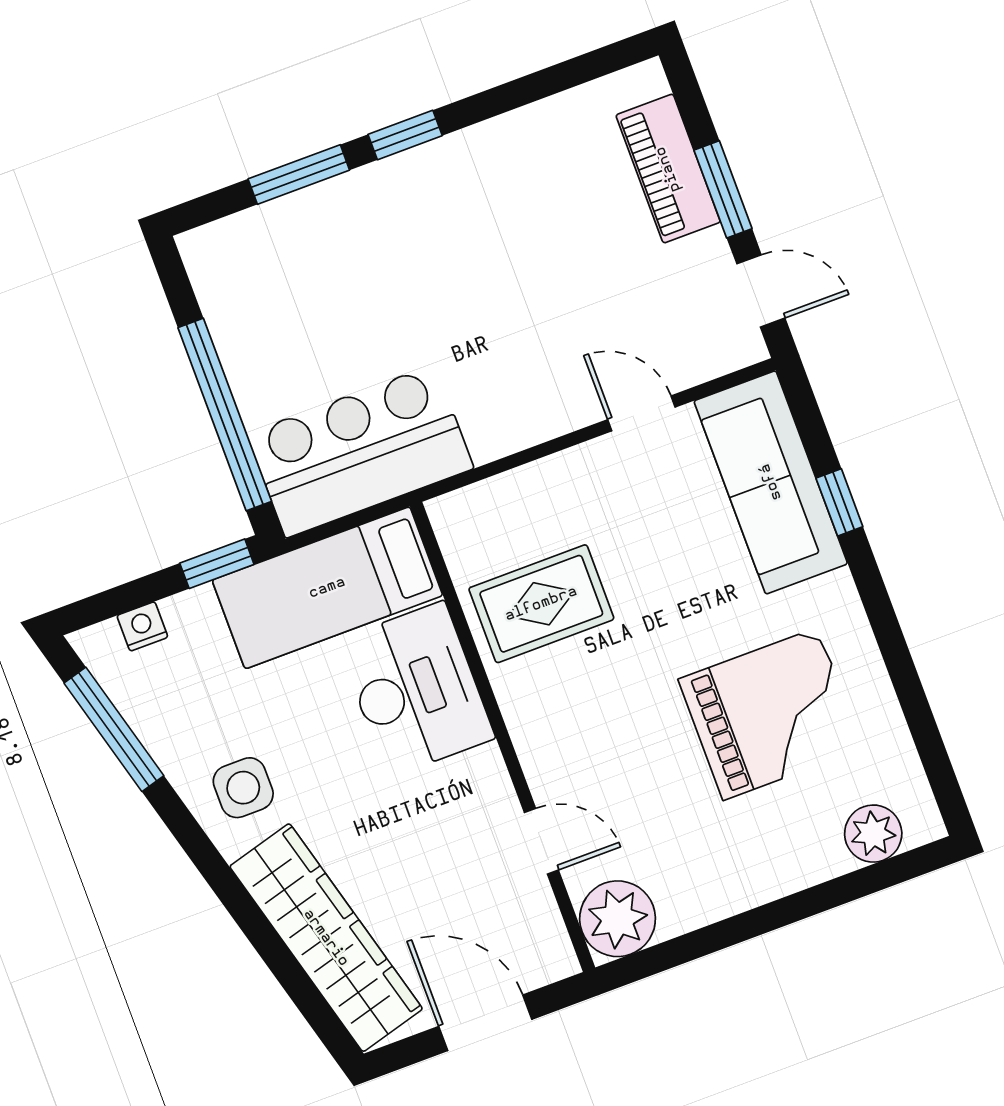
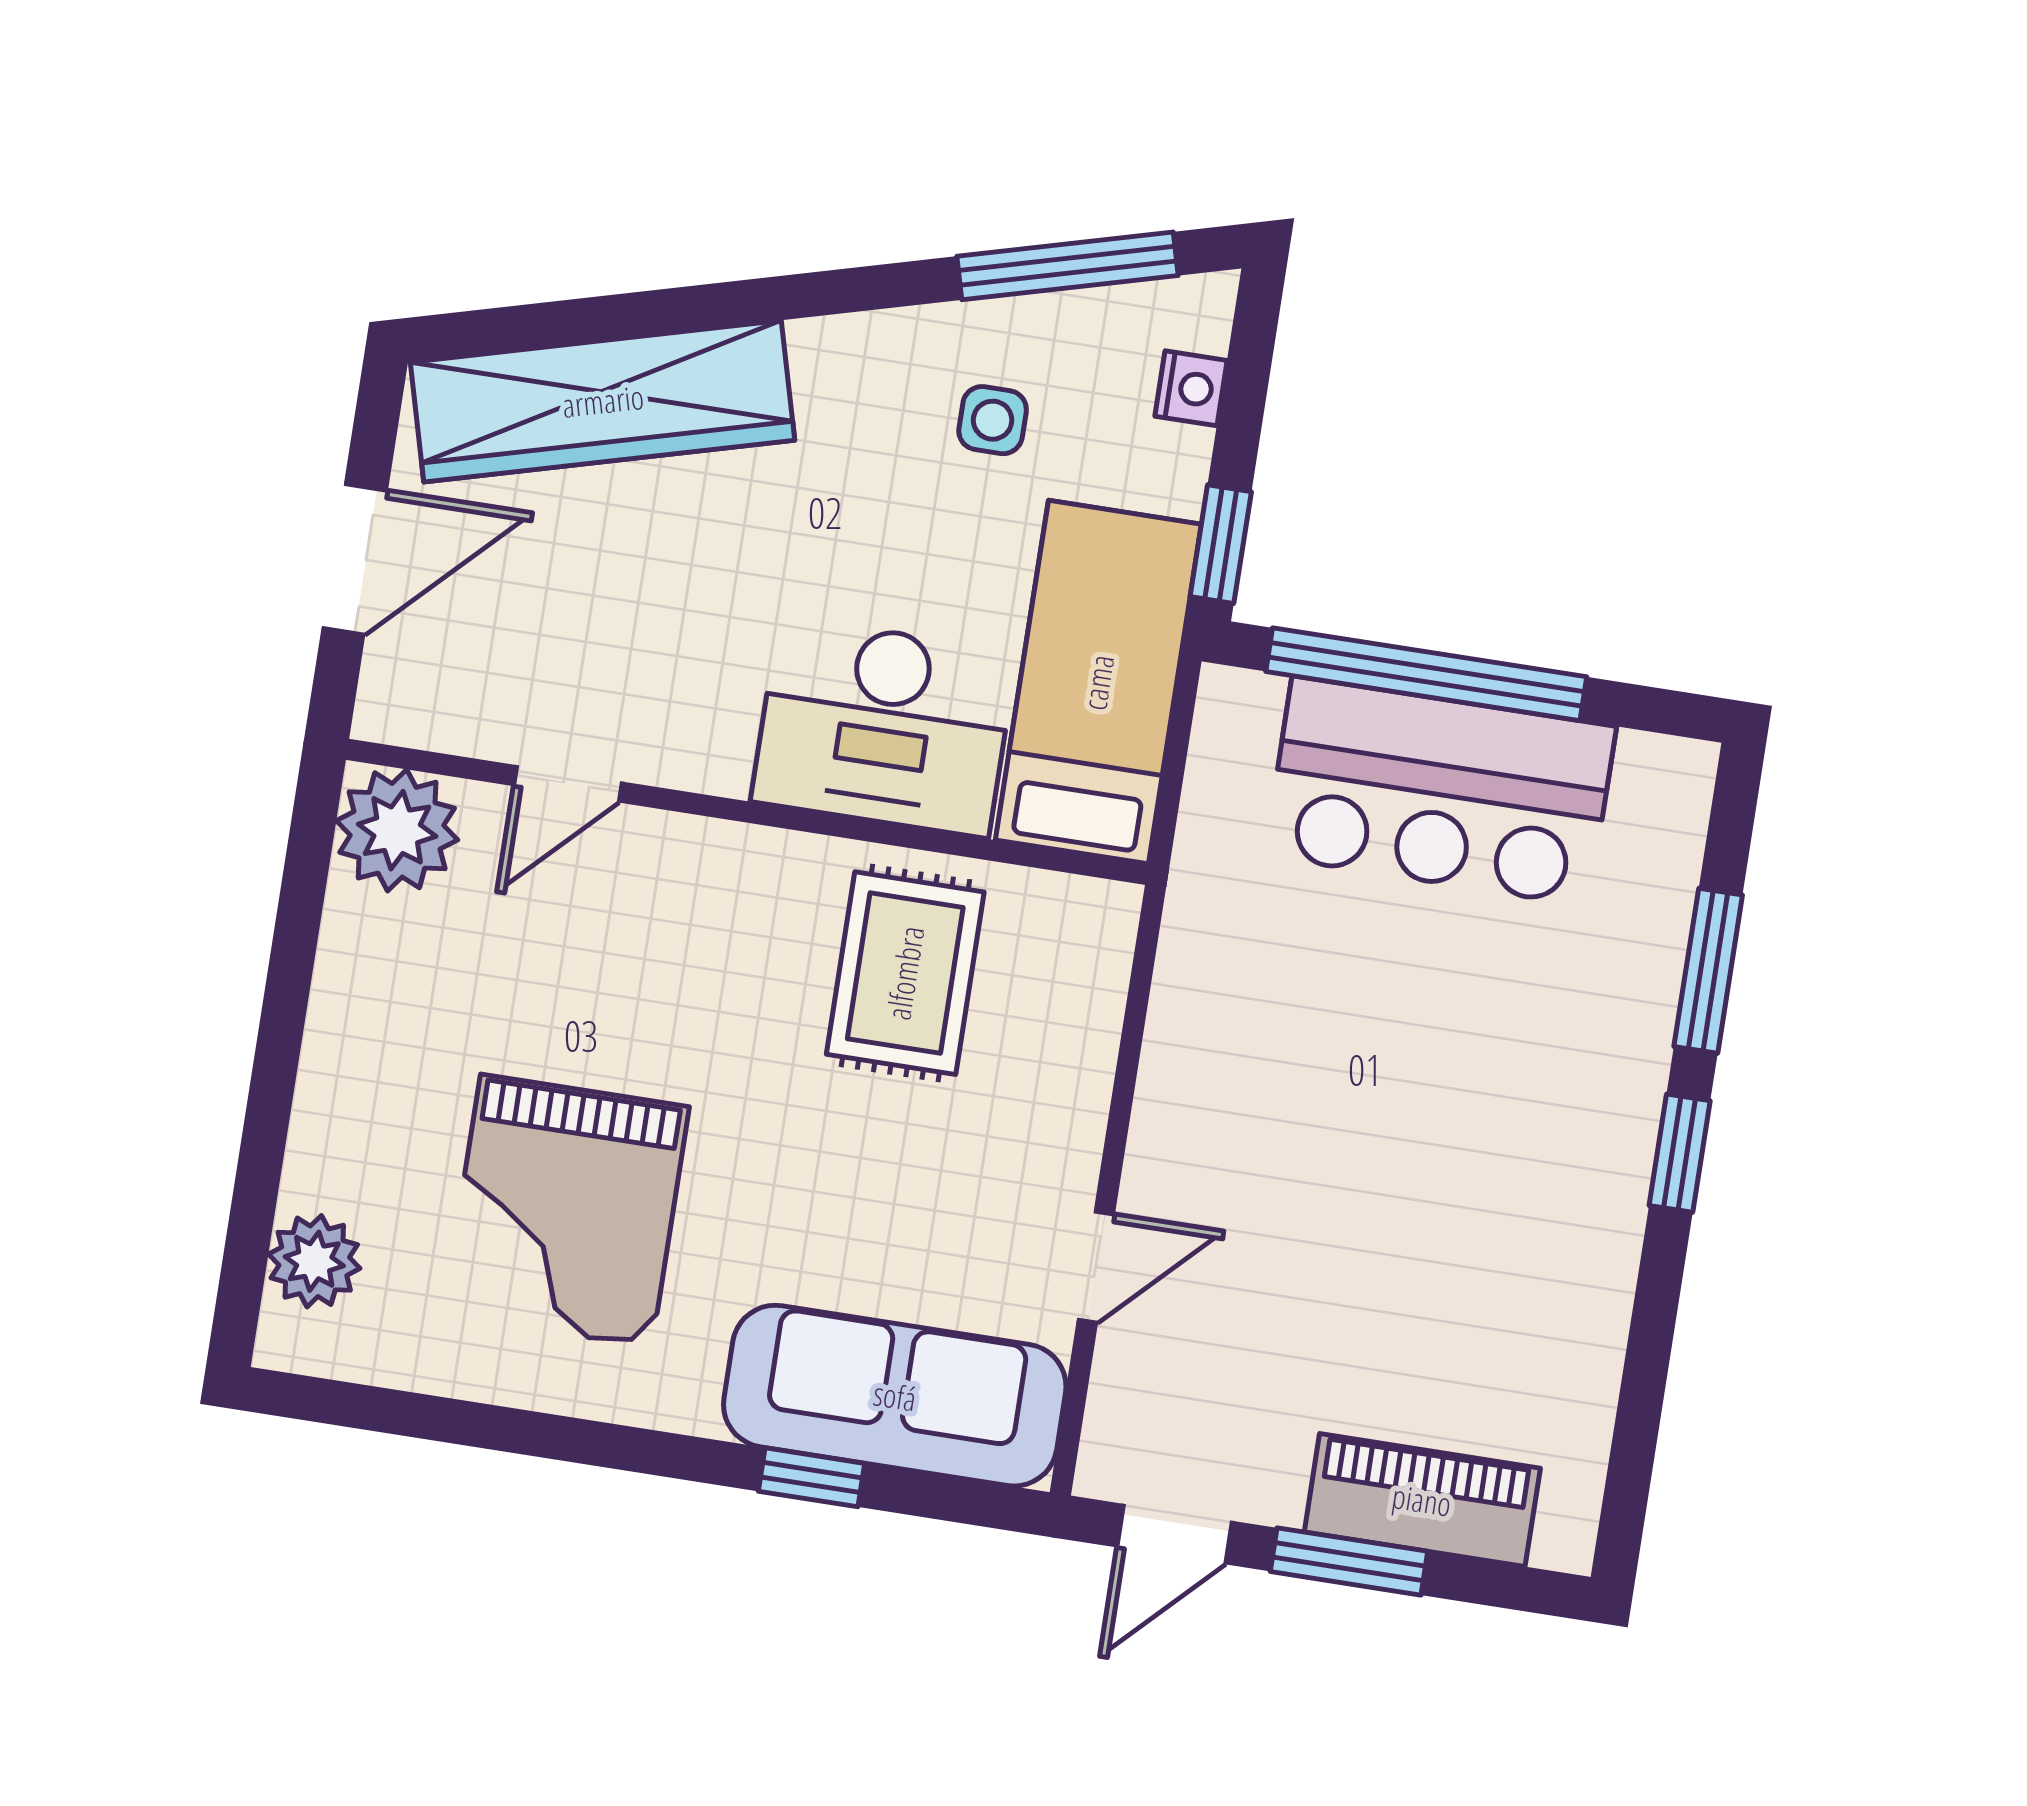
bar counter: (360, 451) -> (1440, 791), moved, turned 90
side table: (243, 788) -> (993, 420), moved, width x0.73, depth x0.73

